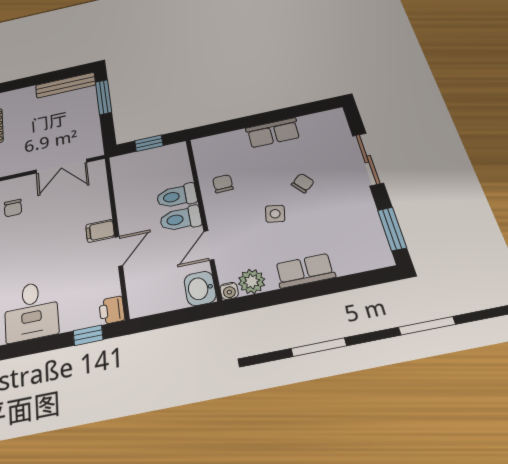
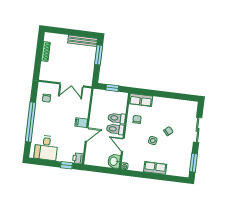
row of seats: (273, 133) -> (141, 100), moved
door: (209, 245) -> (123, 145), hinge flipped
plant: (252, 281) -> (134, 165), removed

